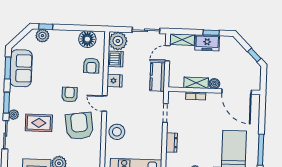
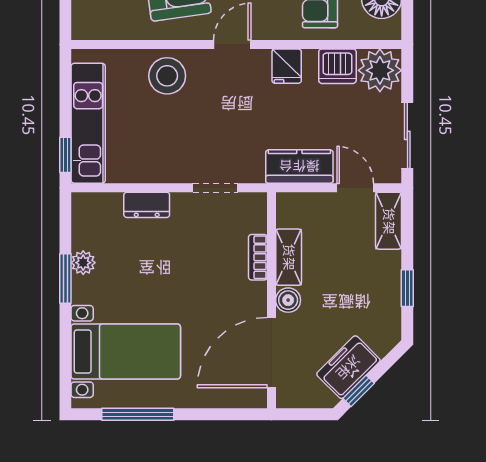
freezer: (207, 43) -> (348, 367), moved, turned 45

